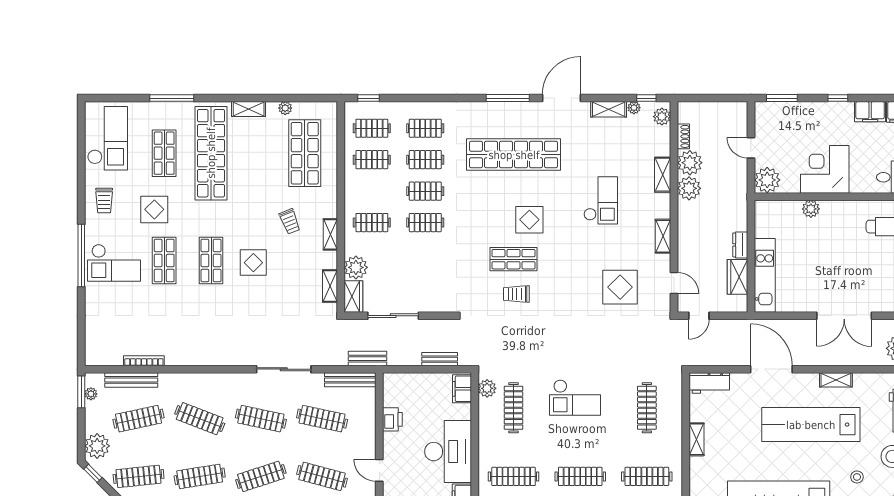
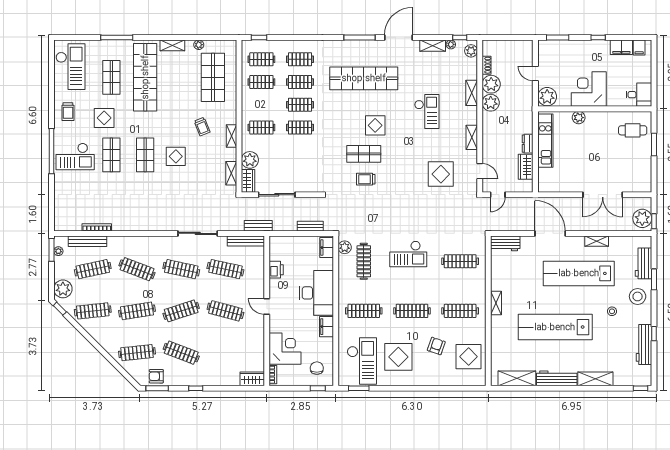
kitchen unit: (765, 275) -> (545, 141), moved
clothes rail: (647, 408) -> (460, 261), turned 90
shelving: (696, 439) -> (496, 303), moved

